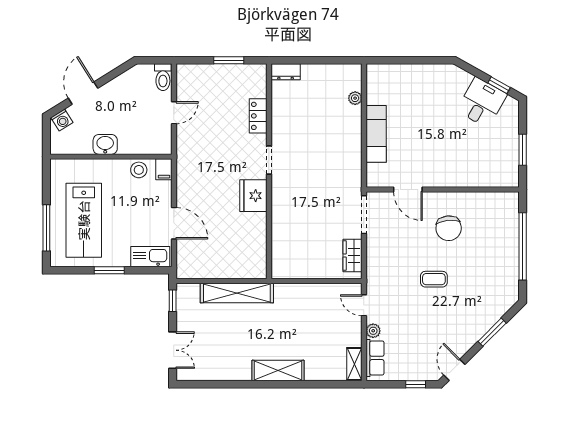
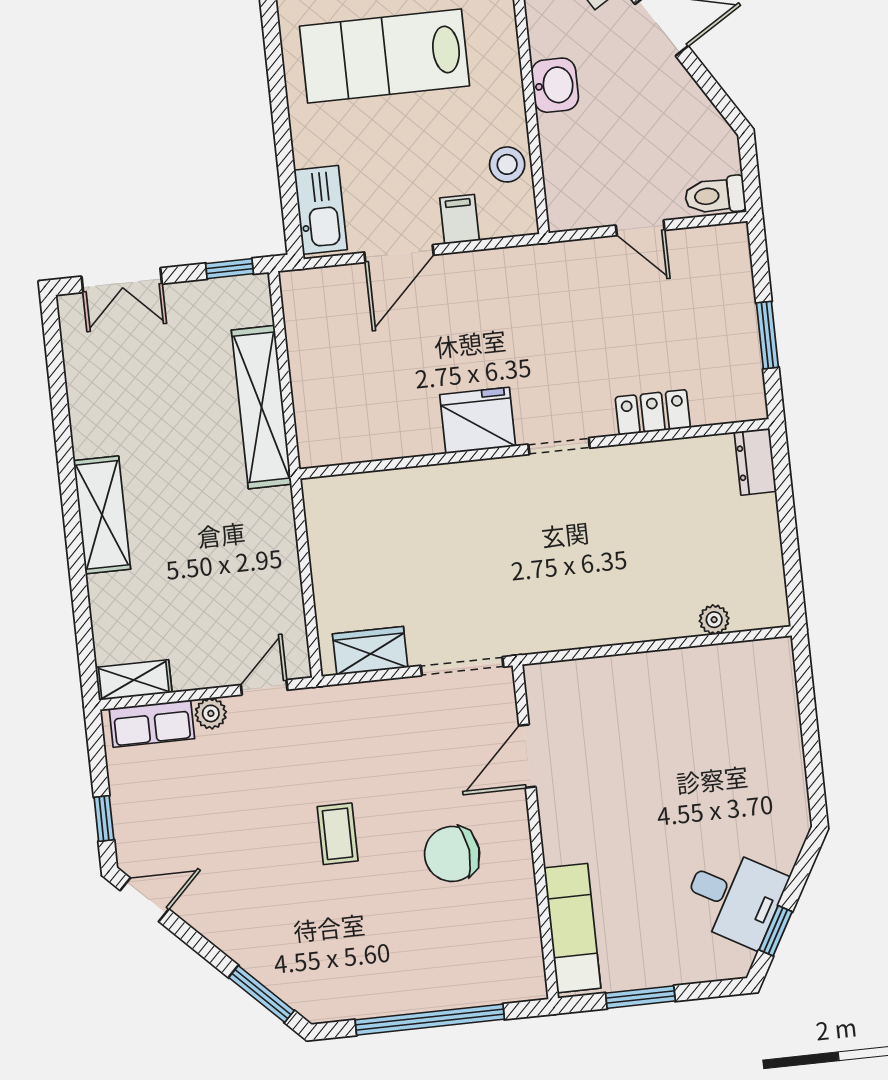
exam couch: (376, 134) -> (572, 928), moved, turned -90
filing cabinet: (164, 169) -> (459, 219), moved, turned 90
window: (109, 270) -> (281, 123), removed
window: (492, 332) -> (261, 994), moved

